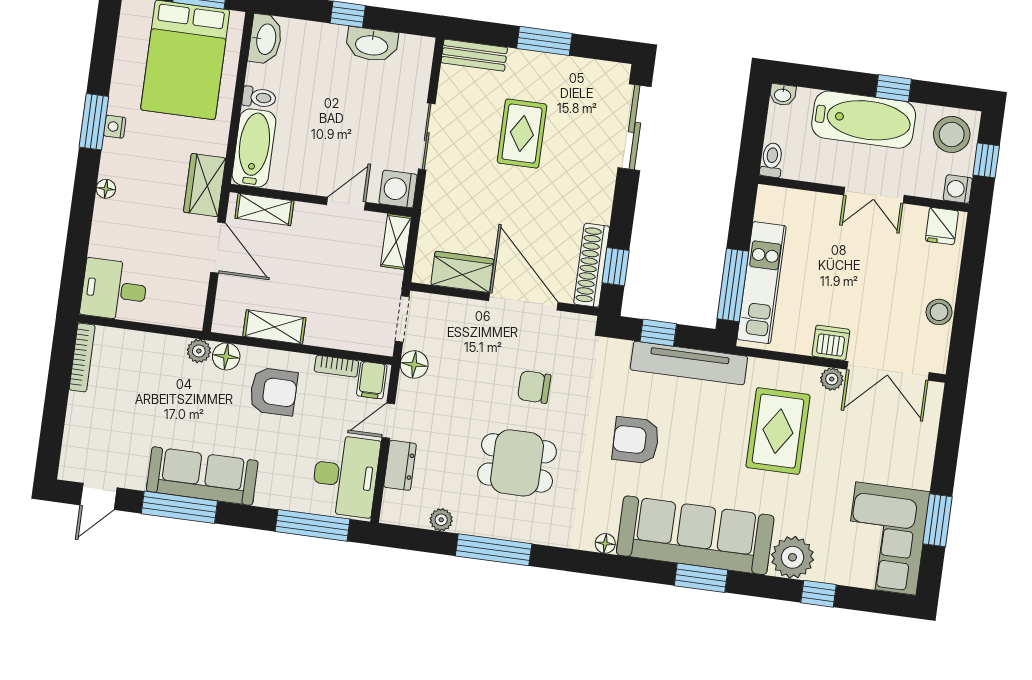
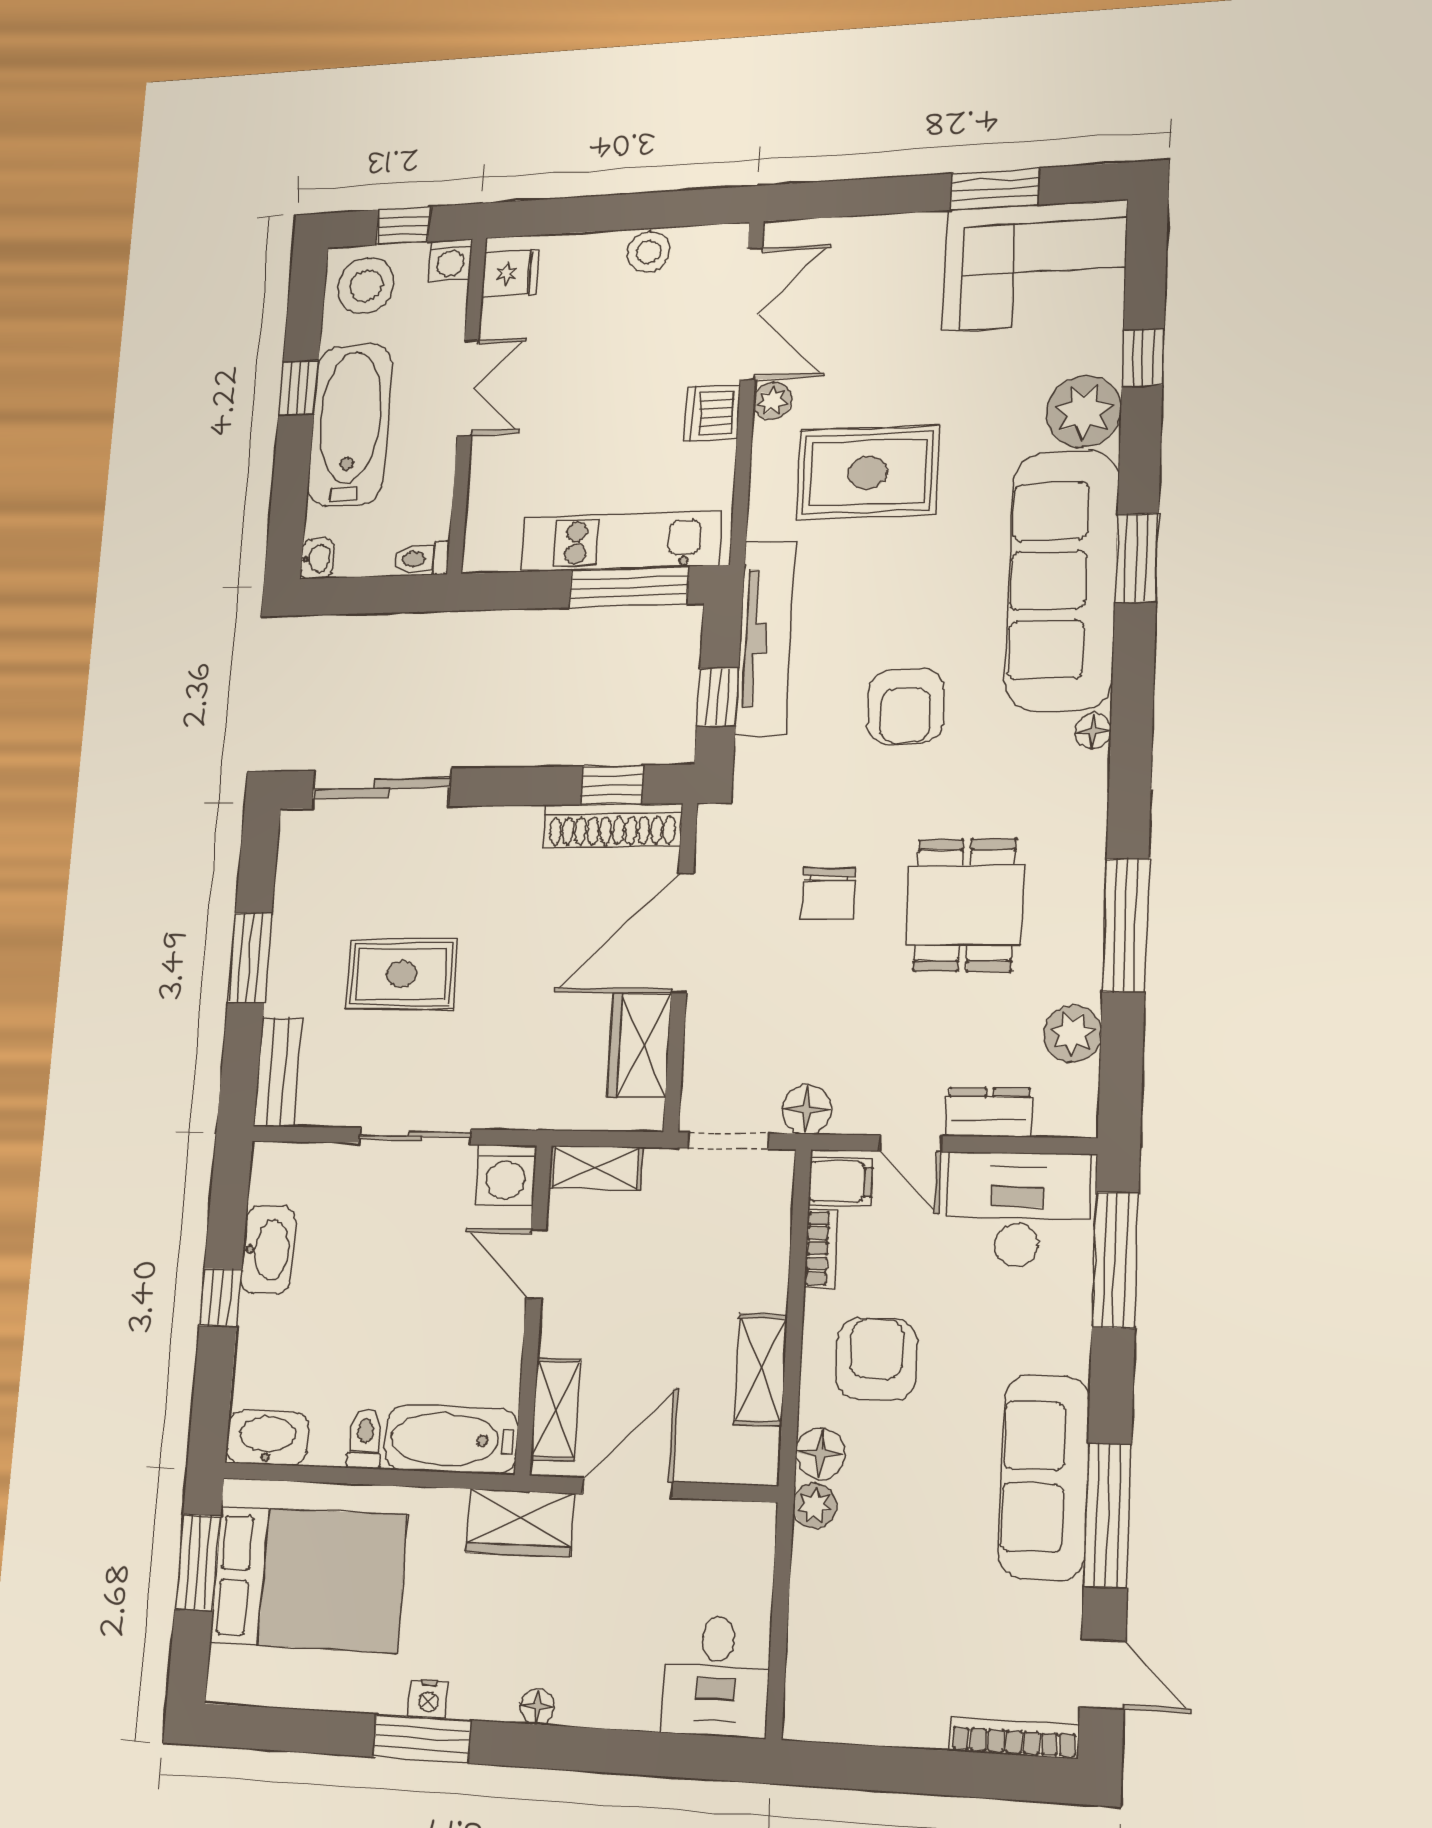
bookcase: (82, 357) -> (1014, 1738), moved
plant: (441, 520) -> (1072, 1034), width x1.38, depth x1.38

